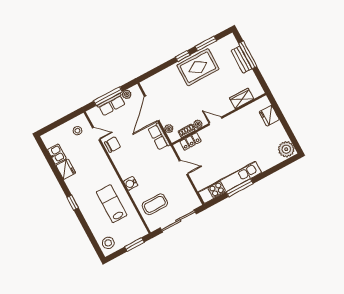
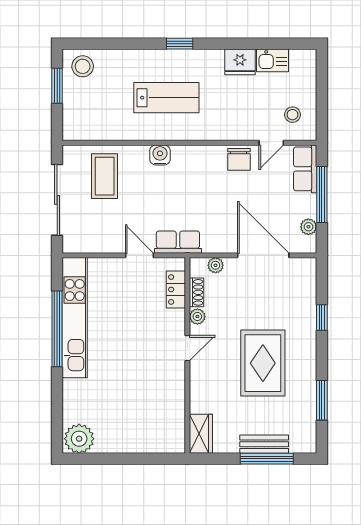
window: (183, 56) -> (322, 318), moved
rug: (198, 67) -> (263, 363), moved
wardrobe: (242, 98) -> (201, 434), moved
row of seats: (111, 105) -> (305, 169), moved
fridge: (269, 116) -> (149, 440), removed
row of seats: (159, 137) -> (178, 242), moved
door: (184, 167) -> (139, 255), swing flipped
window: (240, 188) -> (57, 329), width x1.46
lab bench: (112, 204) -> (166, 98), moved
window: (134, 244) -> (57, 86), moved

